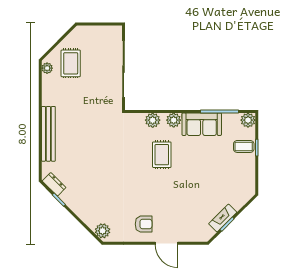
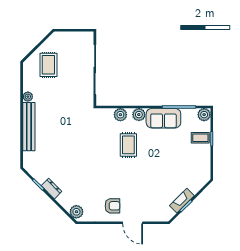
plant: (47, 68) -> (28, 97), moved
dresser: (54, 184) -> (52, 189), moved

